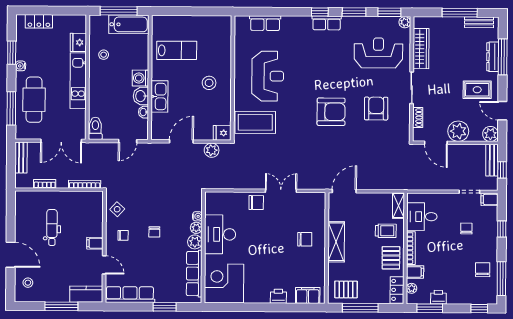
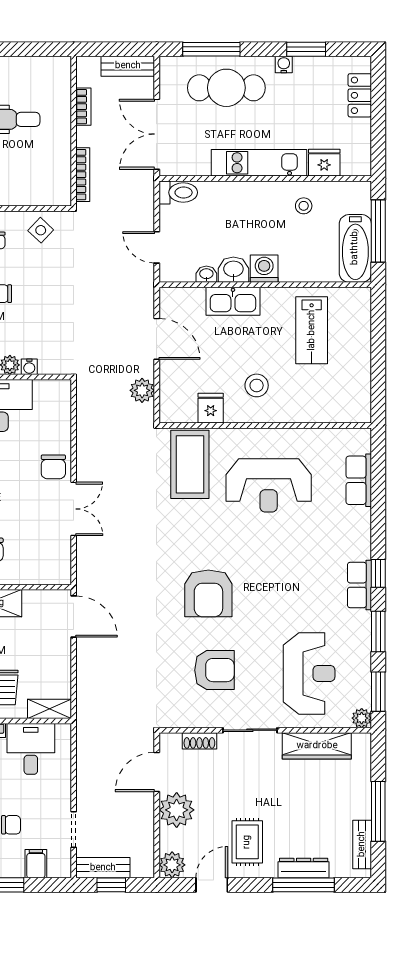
fridge: (222, 133) -> (211, 408), moved
bench: (492, 160) -> (103, 868), moved
filing cabinet: (489, 199) -> (36, 864), moved

